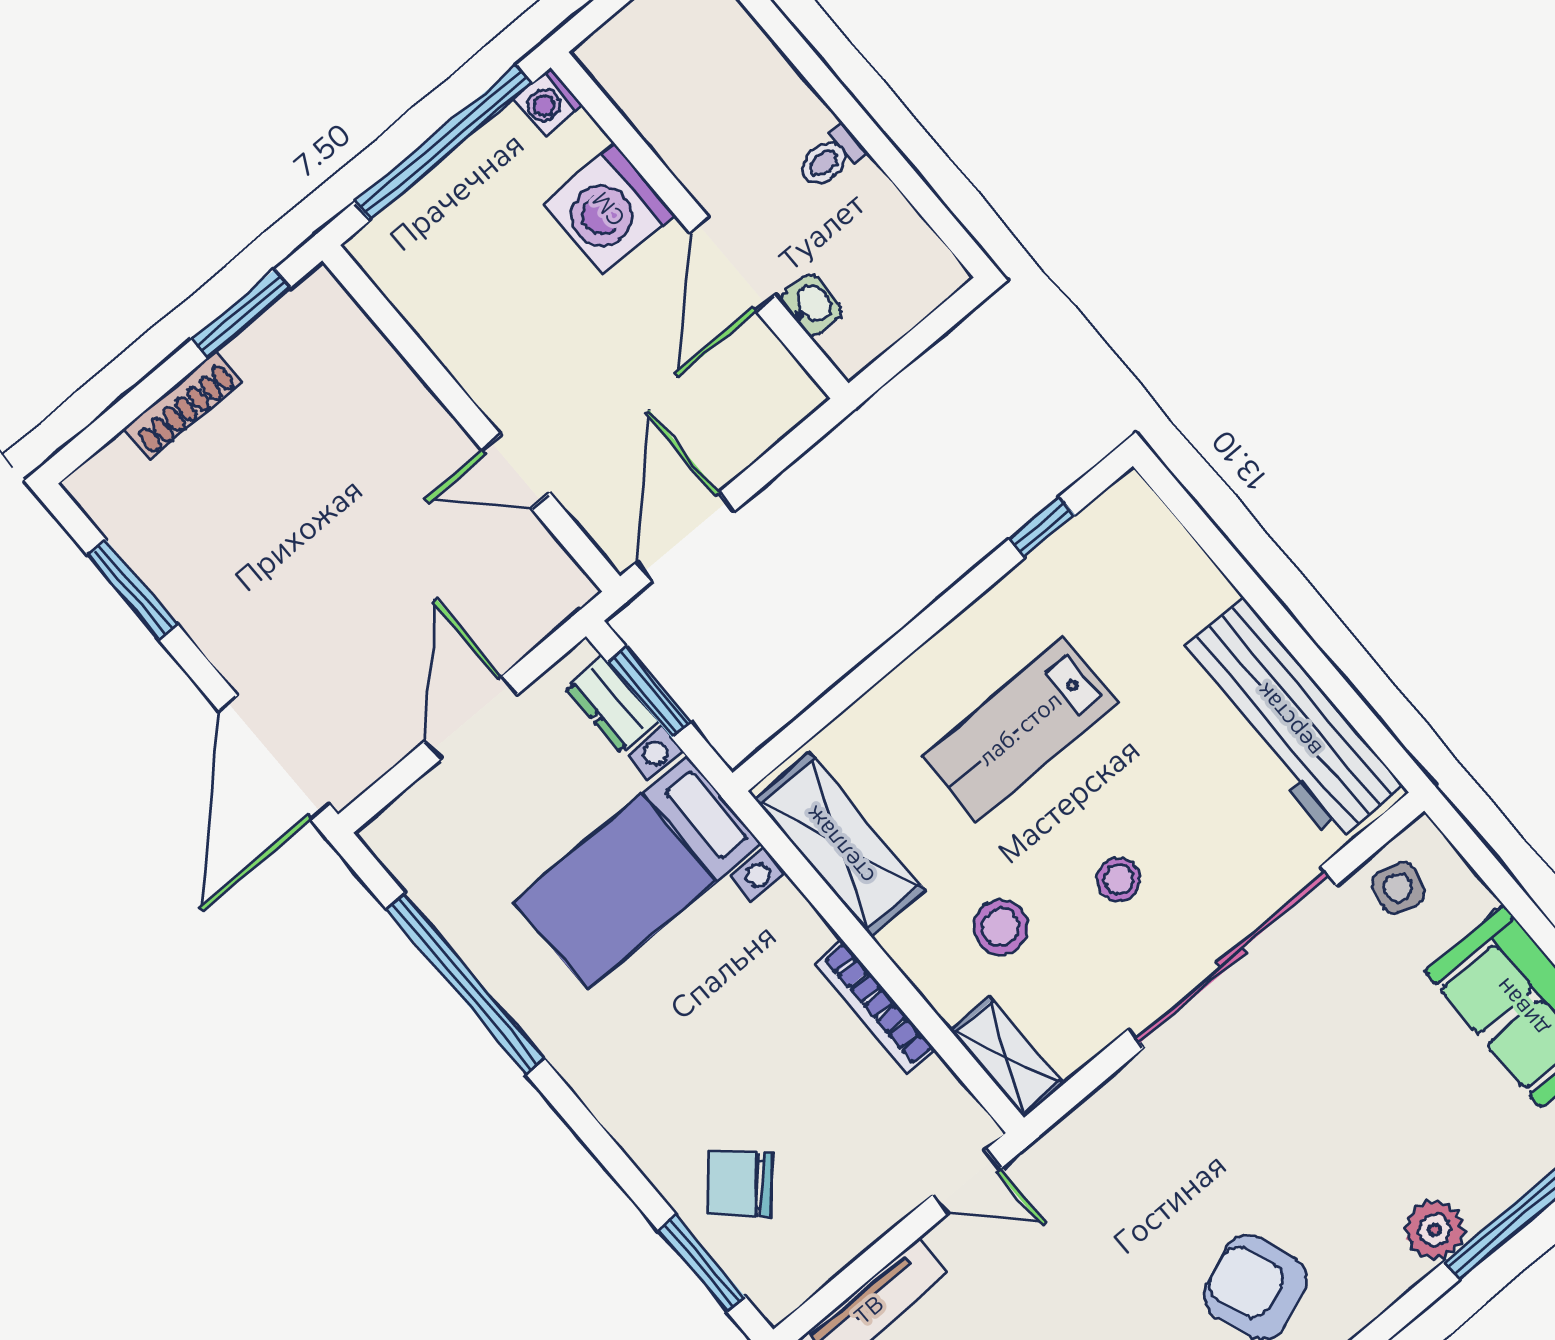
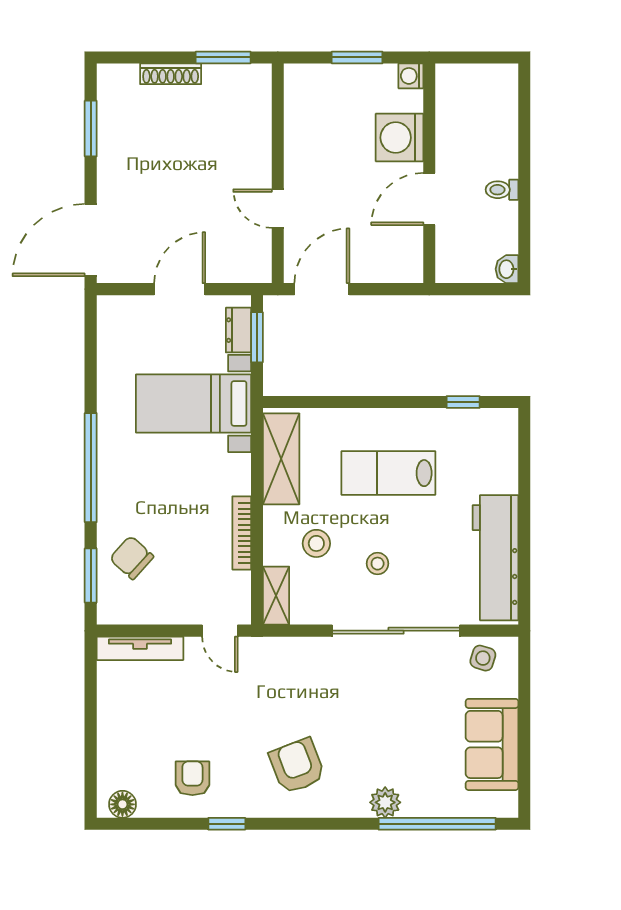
window: (443, 143) -> (357, 57), width x0.47
washbasin: (811, 305) -> (507, 269), moved, turned 180
window: (465, 984) -> (91, 468), moved

